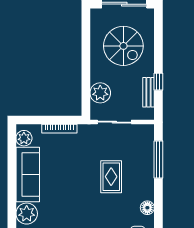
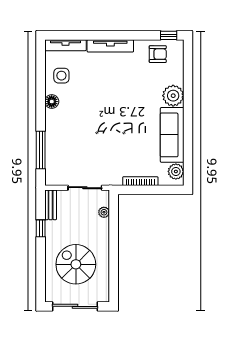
bench: (148, 92) -> (51, 205), moved
plant: (100, 93) -> (104, 212), width x0.53, depth x0.53
rug: (111, 177) -> (88, 133), removed

